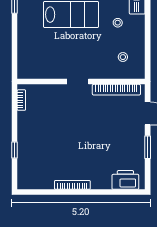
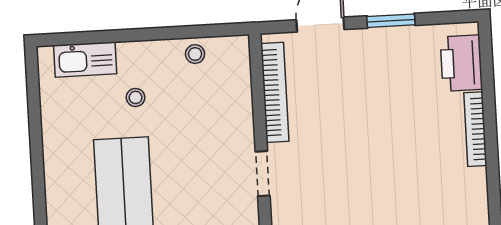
stool: (123, 57) -> (195, 54), moved
bookcase: (72, 185) -> (475, 129), moved

